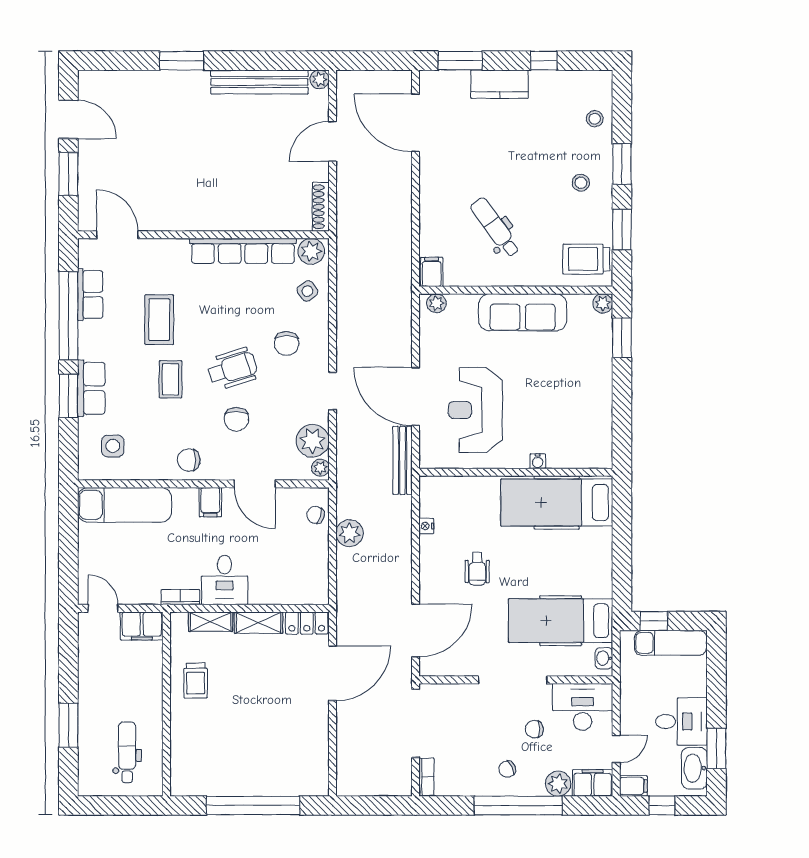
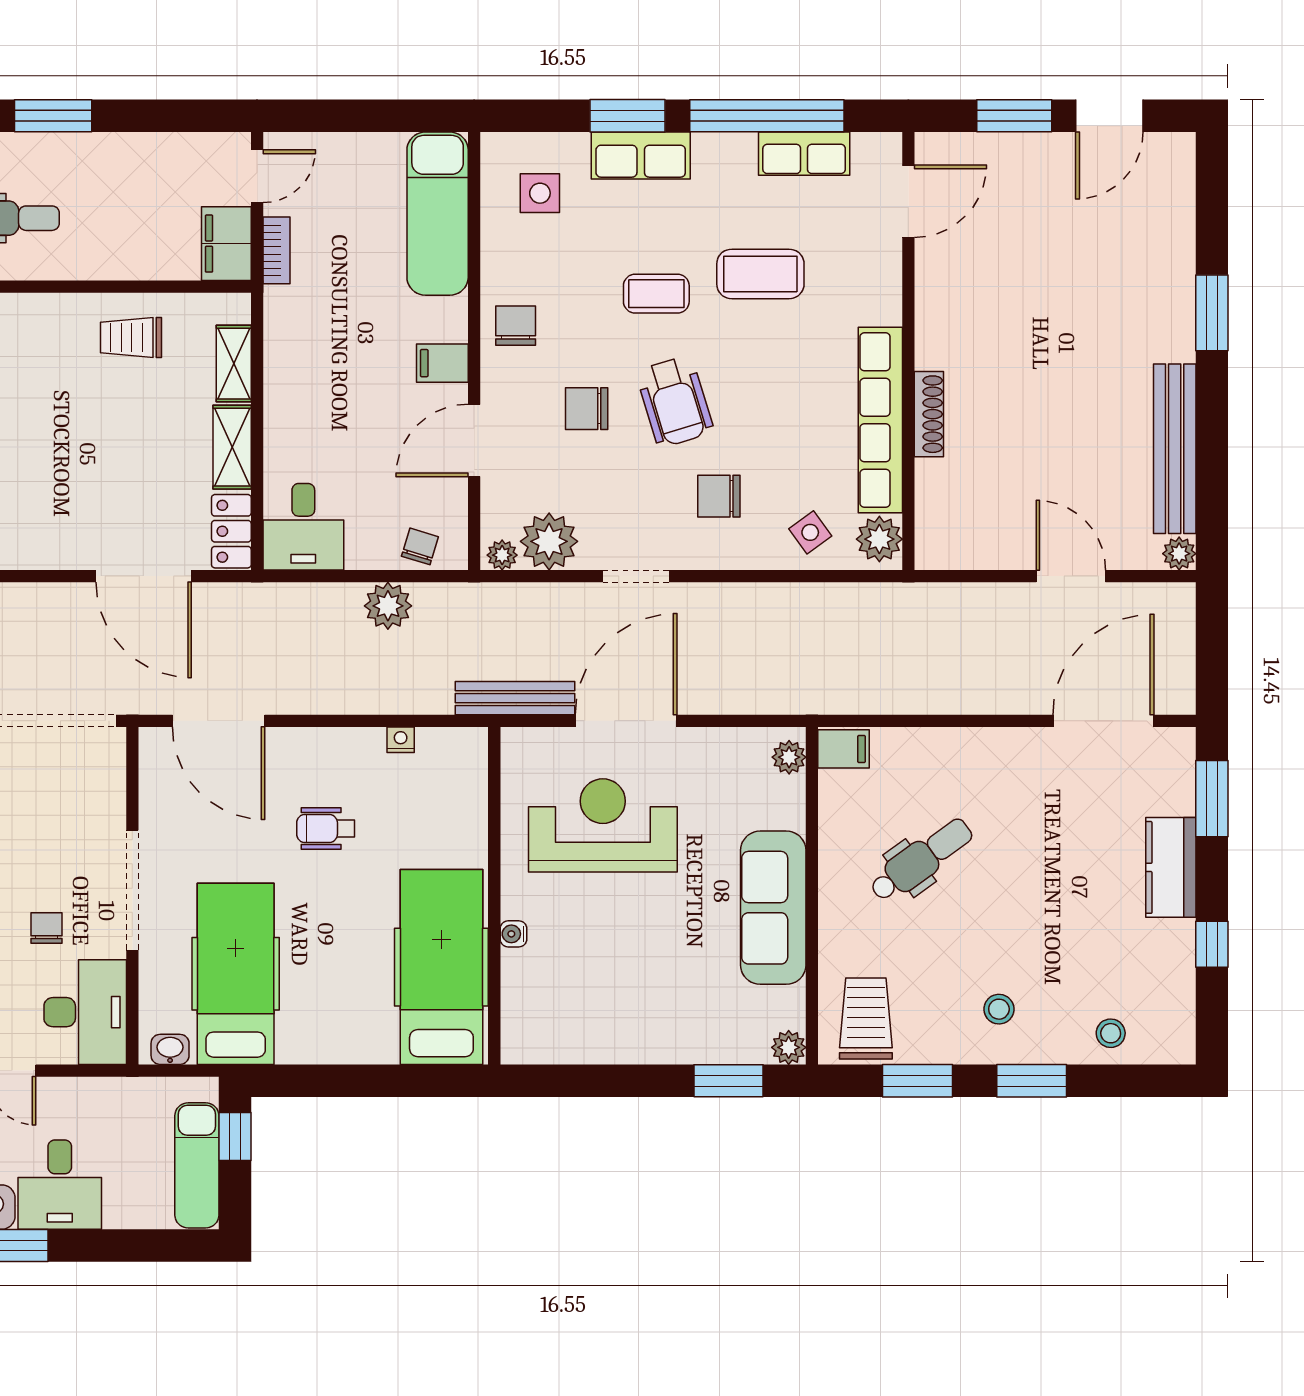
shoe rack: (321, 207) -> (929, 414), moved, turned 90
desk: (225, 580) -> (303, 527), moved, turned -90
bookcase: (180, 597) -> (276, 250), moved

